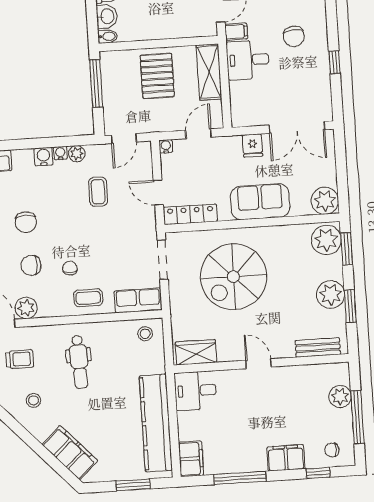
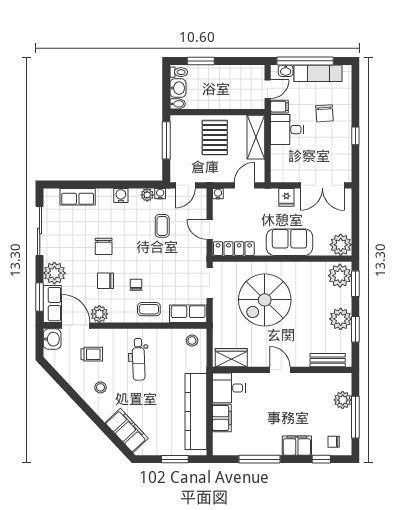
water cooler: (60, 153) -> (160, 194), moved
filing cabinet: (191, 459) -> (222, 418), moved

